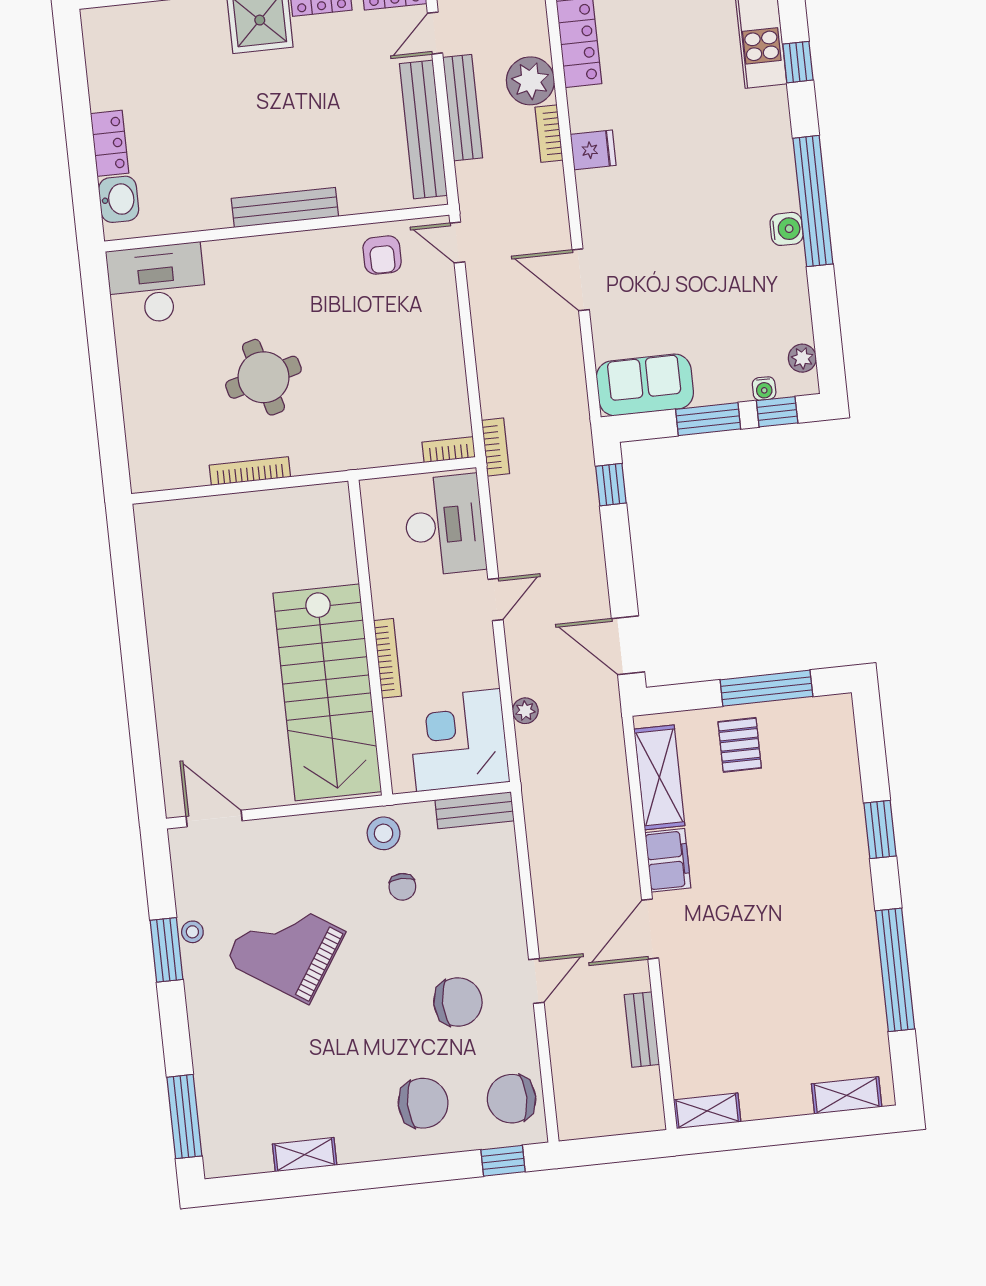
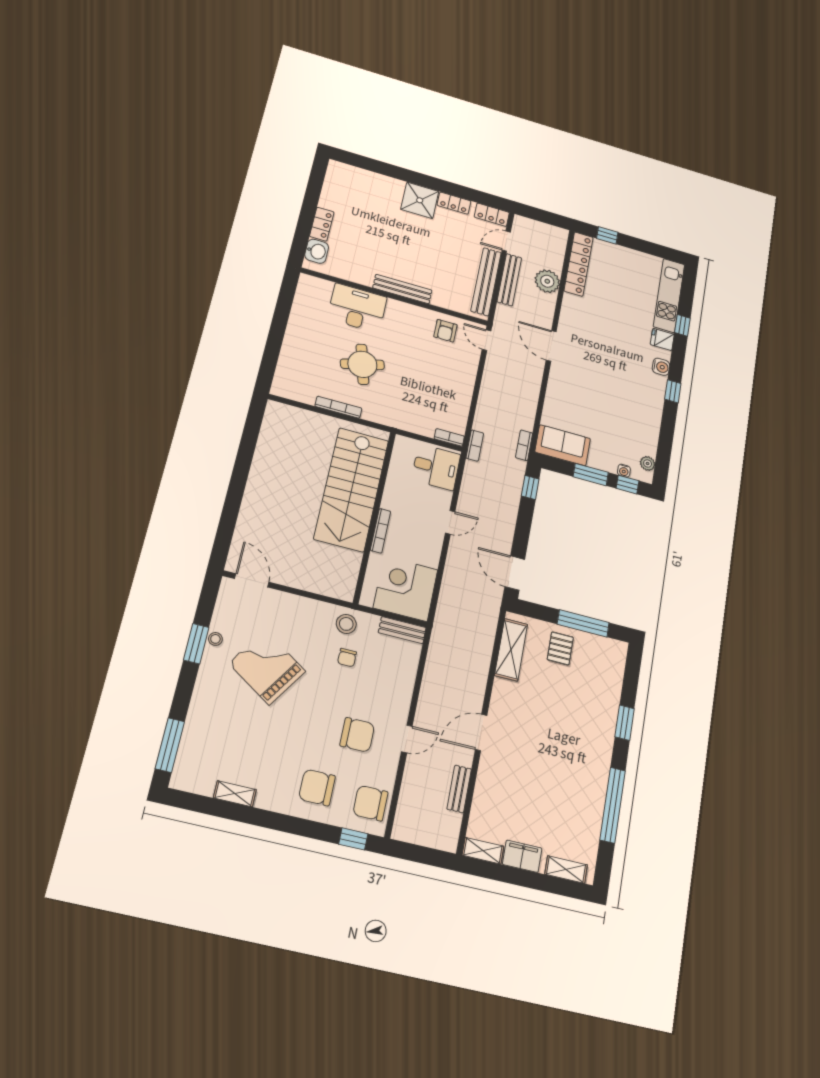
bookcase: (549, 134) -> (524, 445), moved
fridge: (593, 150) -> (662, 339), moved, turned 180
window: (813, 201) -> (673, 391), width x0.32
water cooler: (787, 229) -> (661, 367), moved
door: (581, 280) -> (551, 346), moved
desk: (157, 284) -> (357, 308), moved
desk: (444, 525) -> (436, 467), width x0.73
stairs: (327, 692) -> (351, 489), moved
plant: (525, 711) -> (448, 587), removed
filing cabinet: (668, 860) -> (522, 856), moved, turned -90
chair: (423, 1103) -> (317, 787), turned 180

